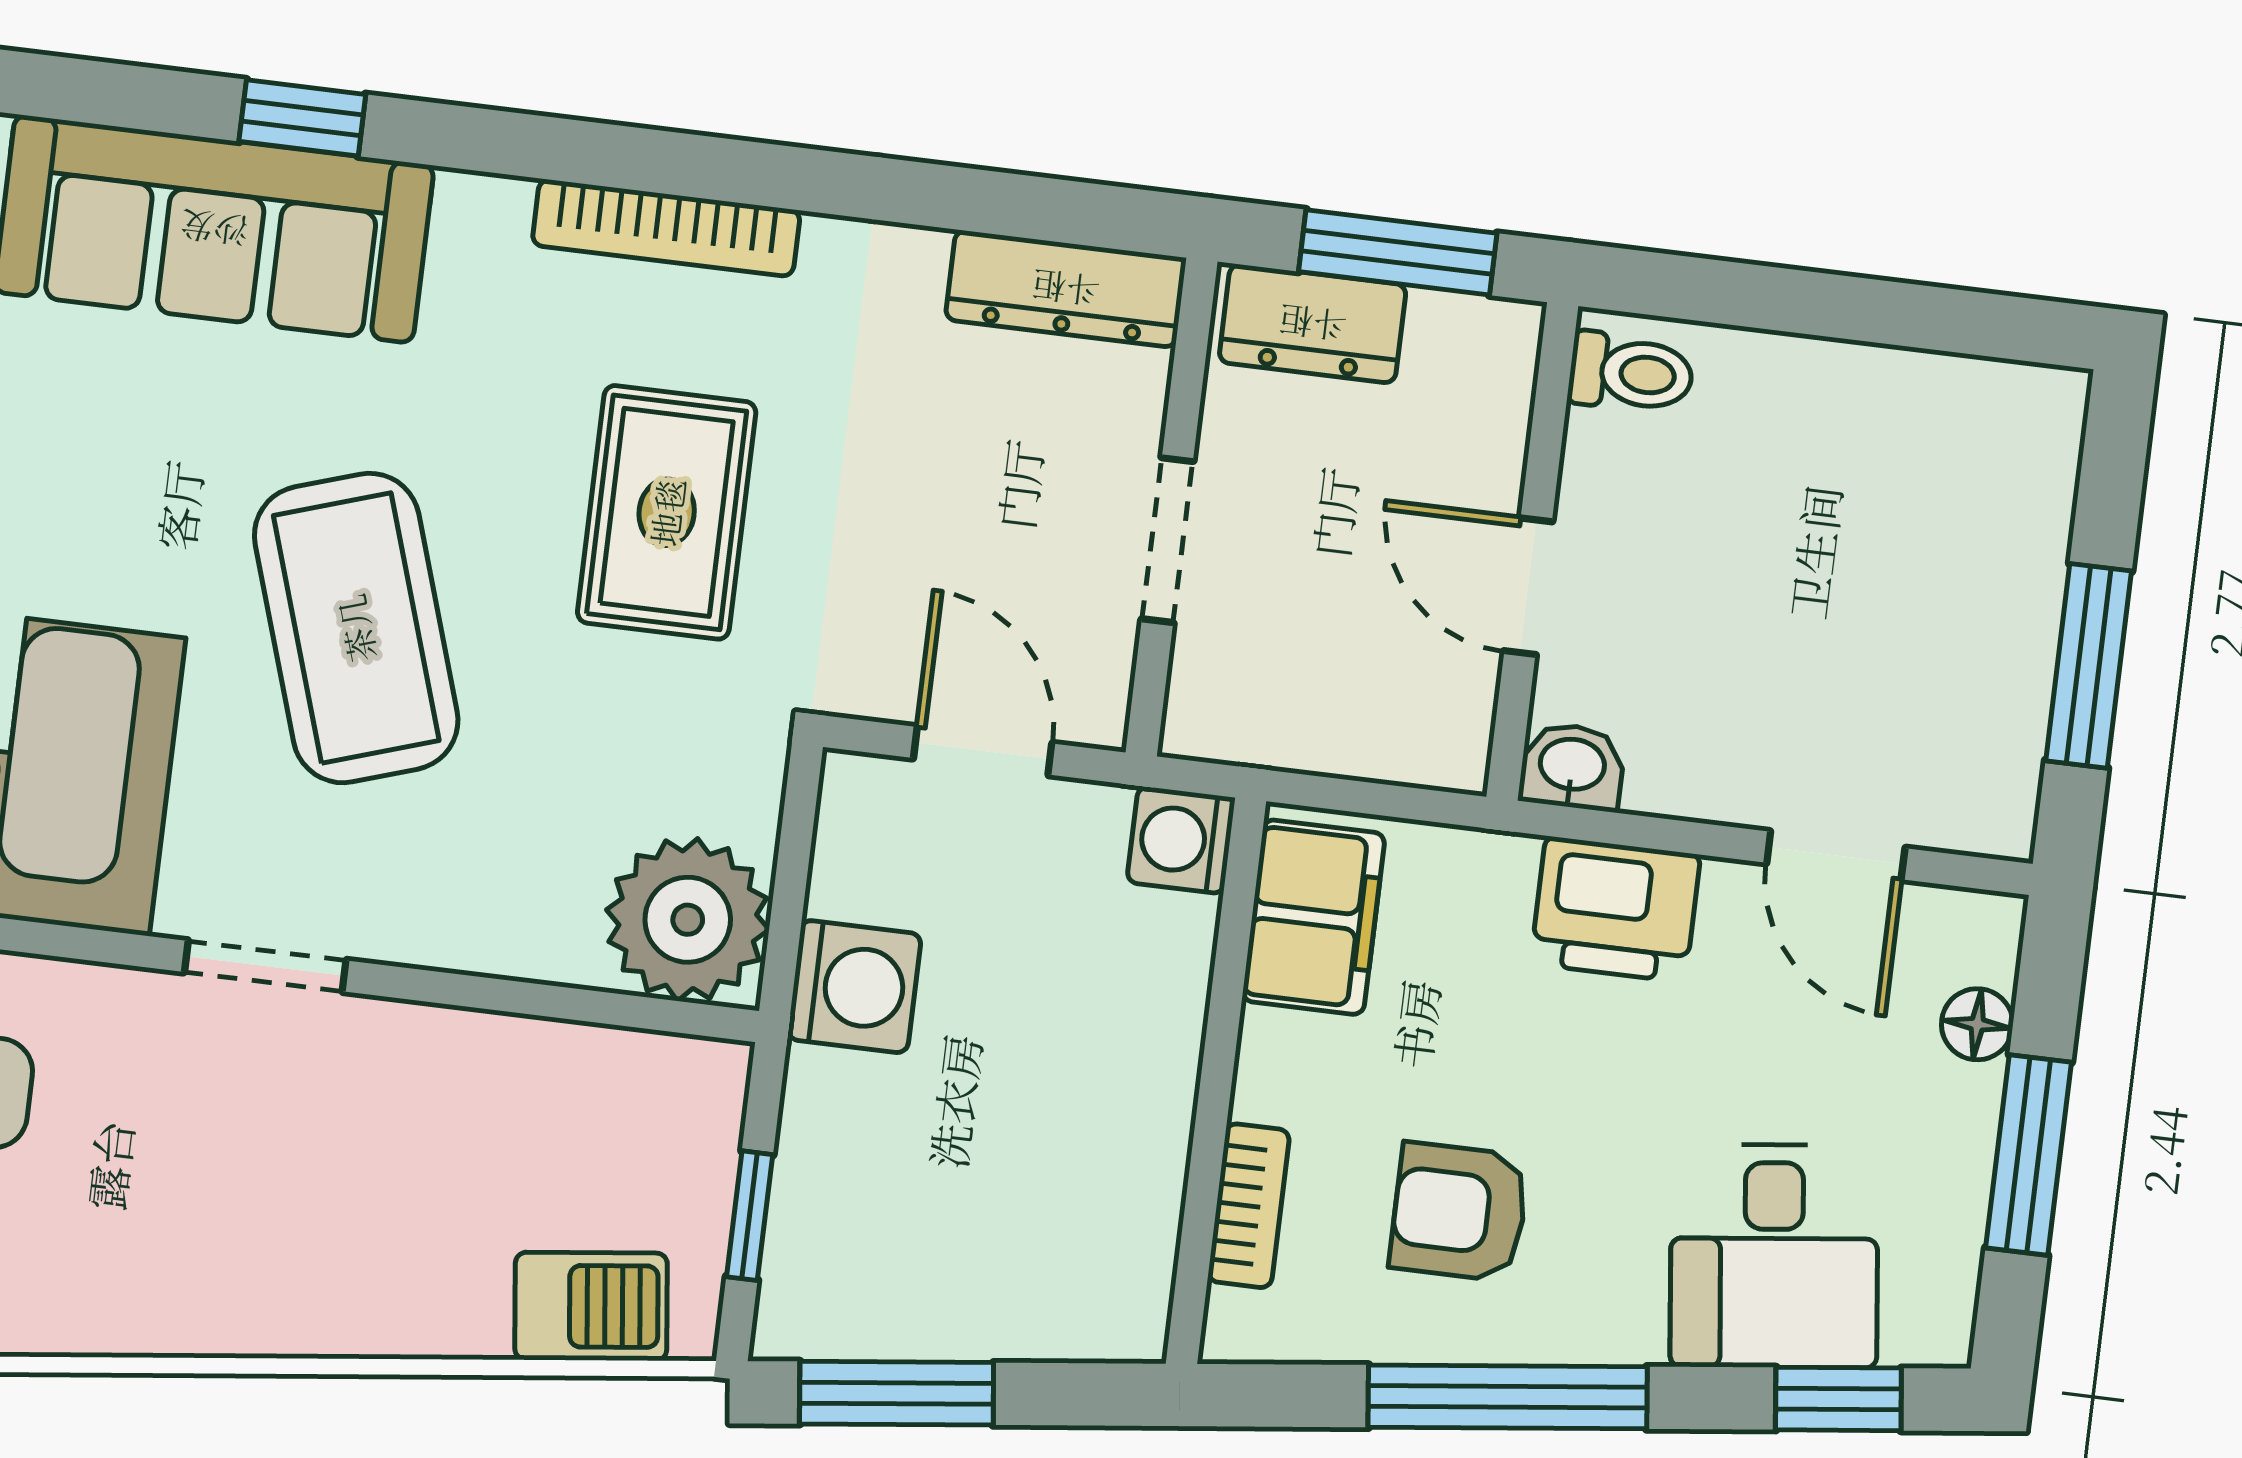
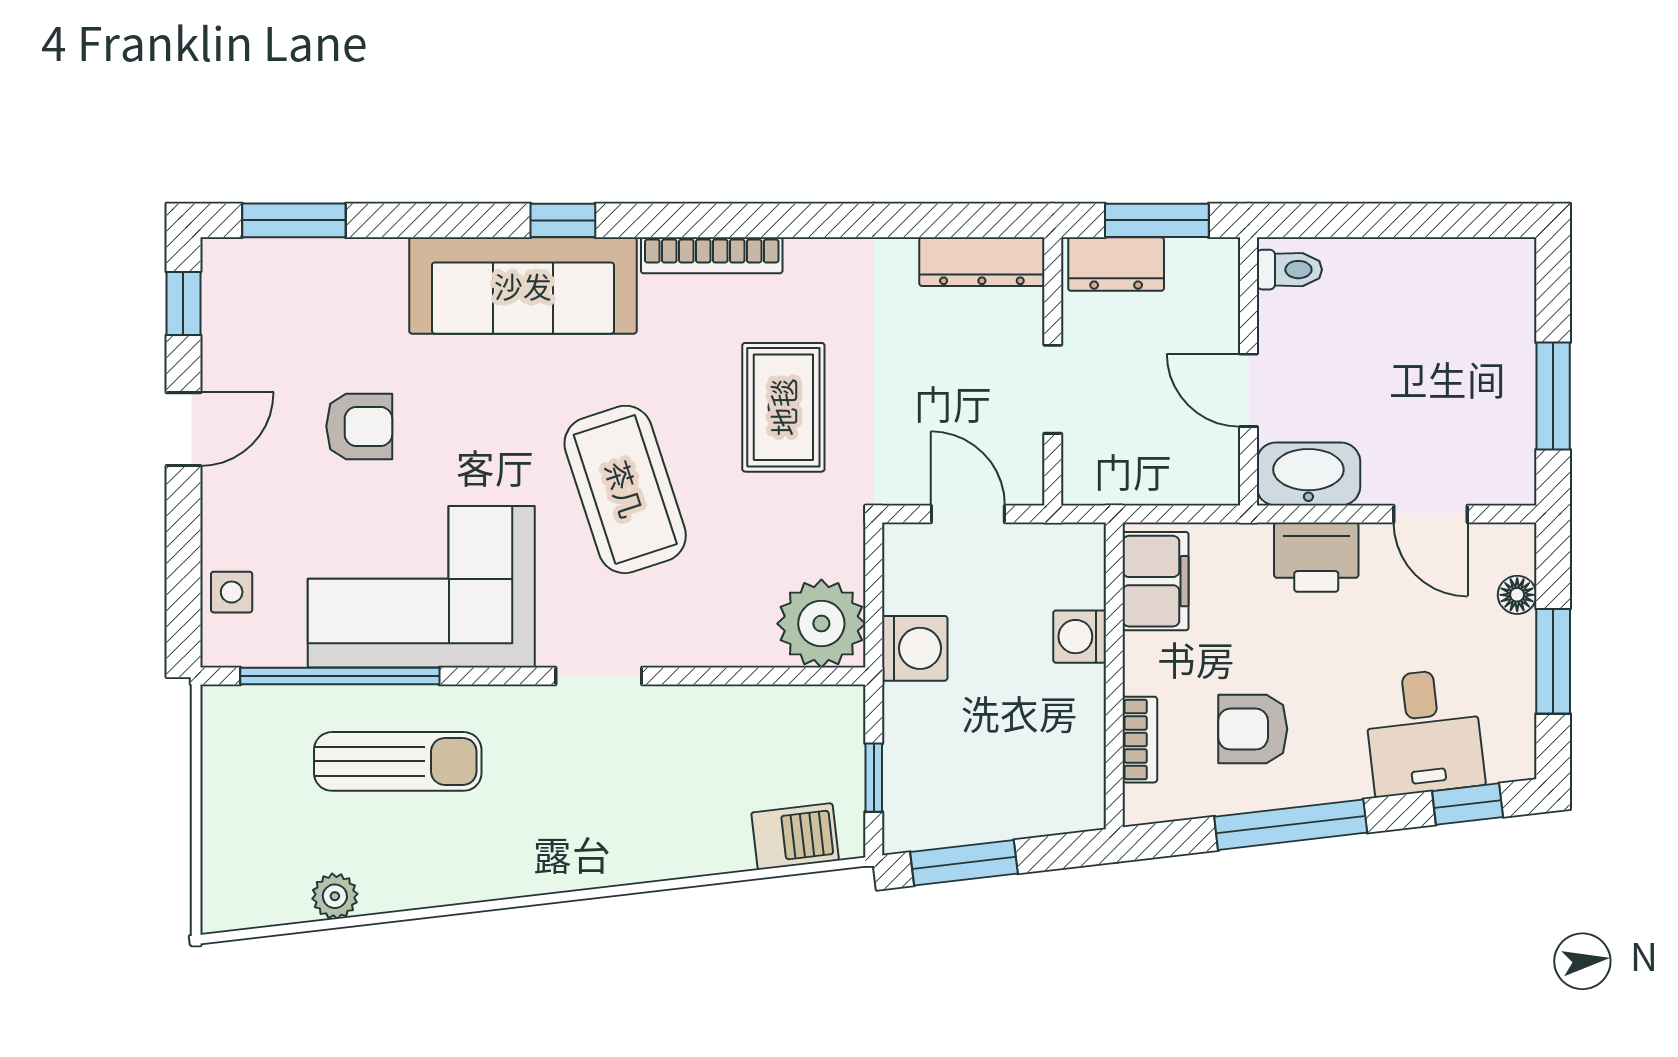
bookcase: (666, 228) -> (712, 255), moved
washbasin: (1572, 767) -> (1308, 474), width x1.91, depth x1.45
washing machine: (1181, 840) -> (1080, 637), moved

